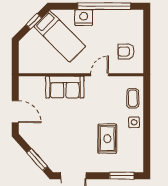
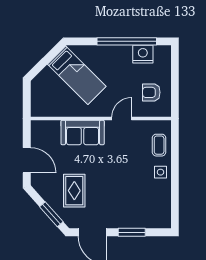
nightstand: (84, 18) -> (143, 54), moved
window: (34, 21) -> (48, 58), removed
rug: (107, 139) -> (74, 191), moved
window: (122, 176) -> (132, 232), moved

